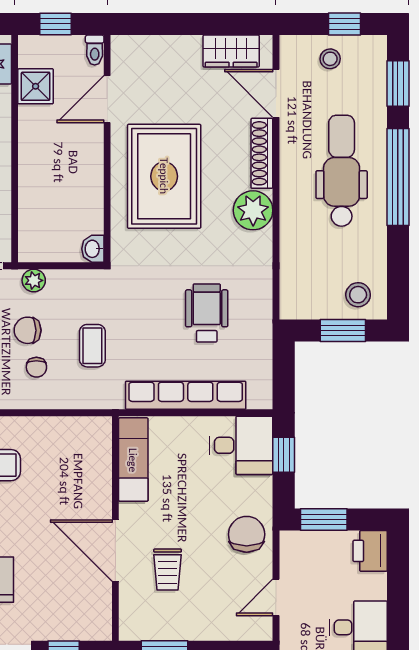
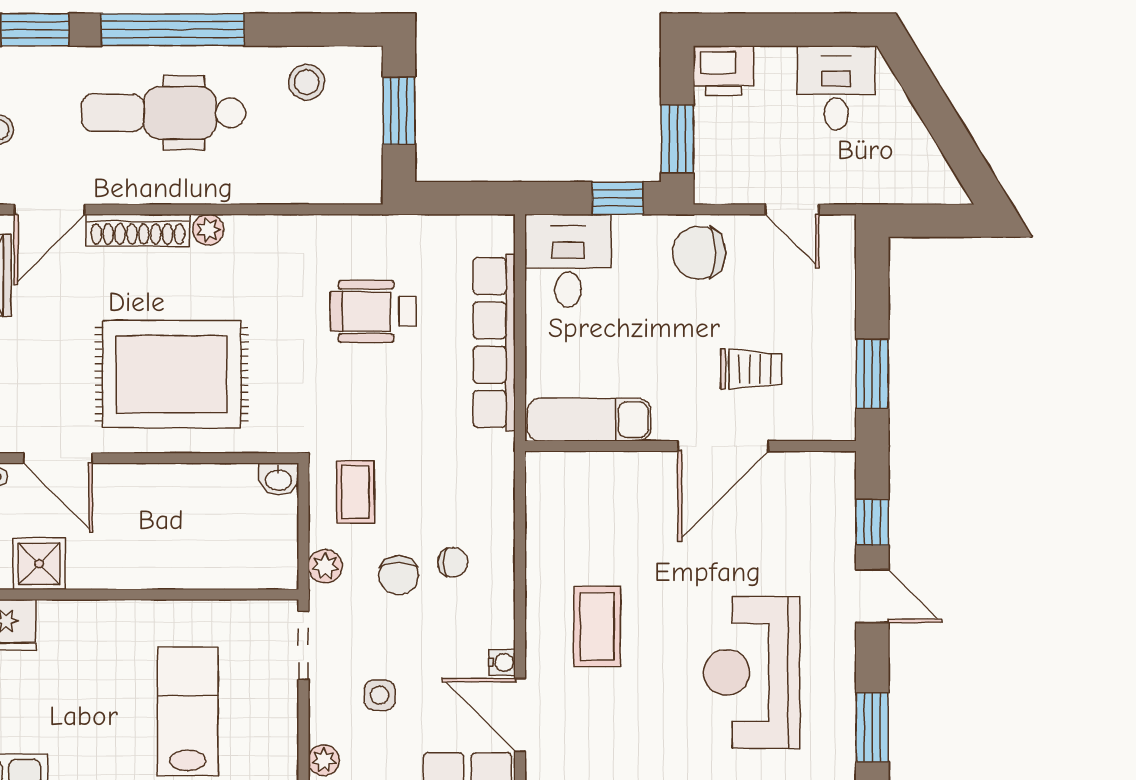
plant: (253, 210) -> (208, 230), width x0.53, depth x0.53
stool: (358, 295) -> (307, 82), moved
coffee table: (92, 346) -> (356, 492), moved, turned 90
window: (284, 455) -> (618, 198), moved

